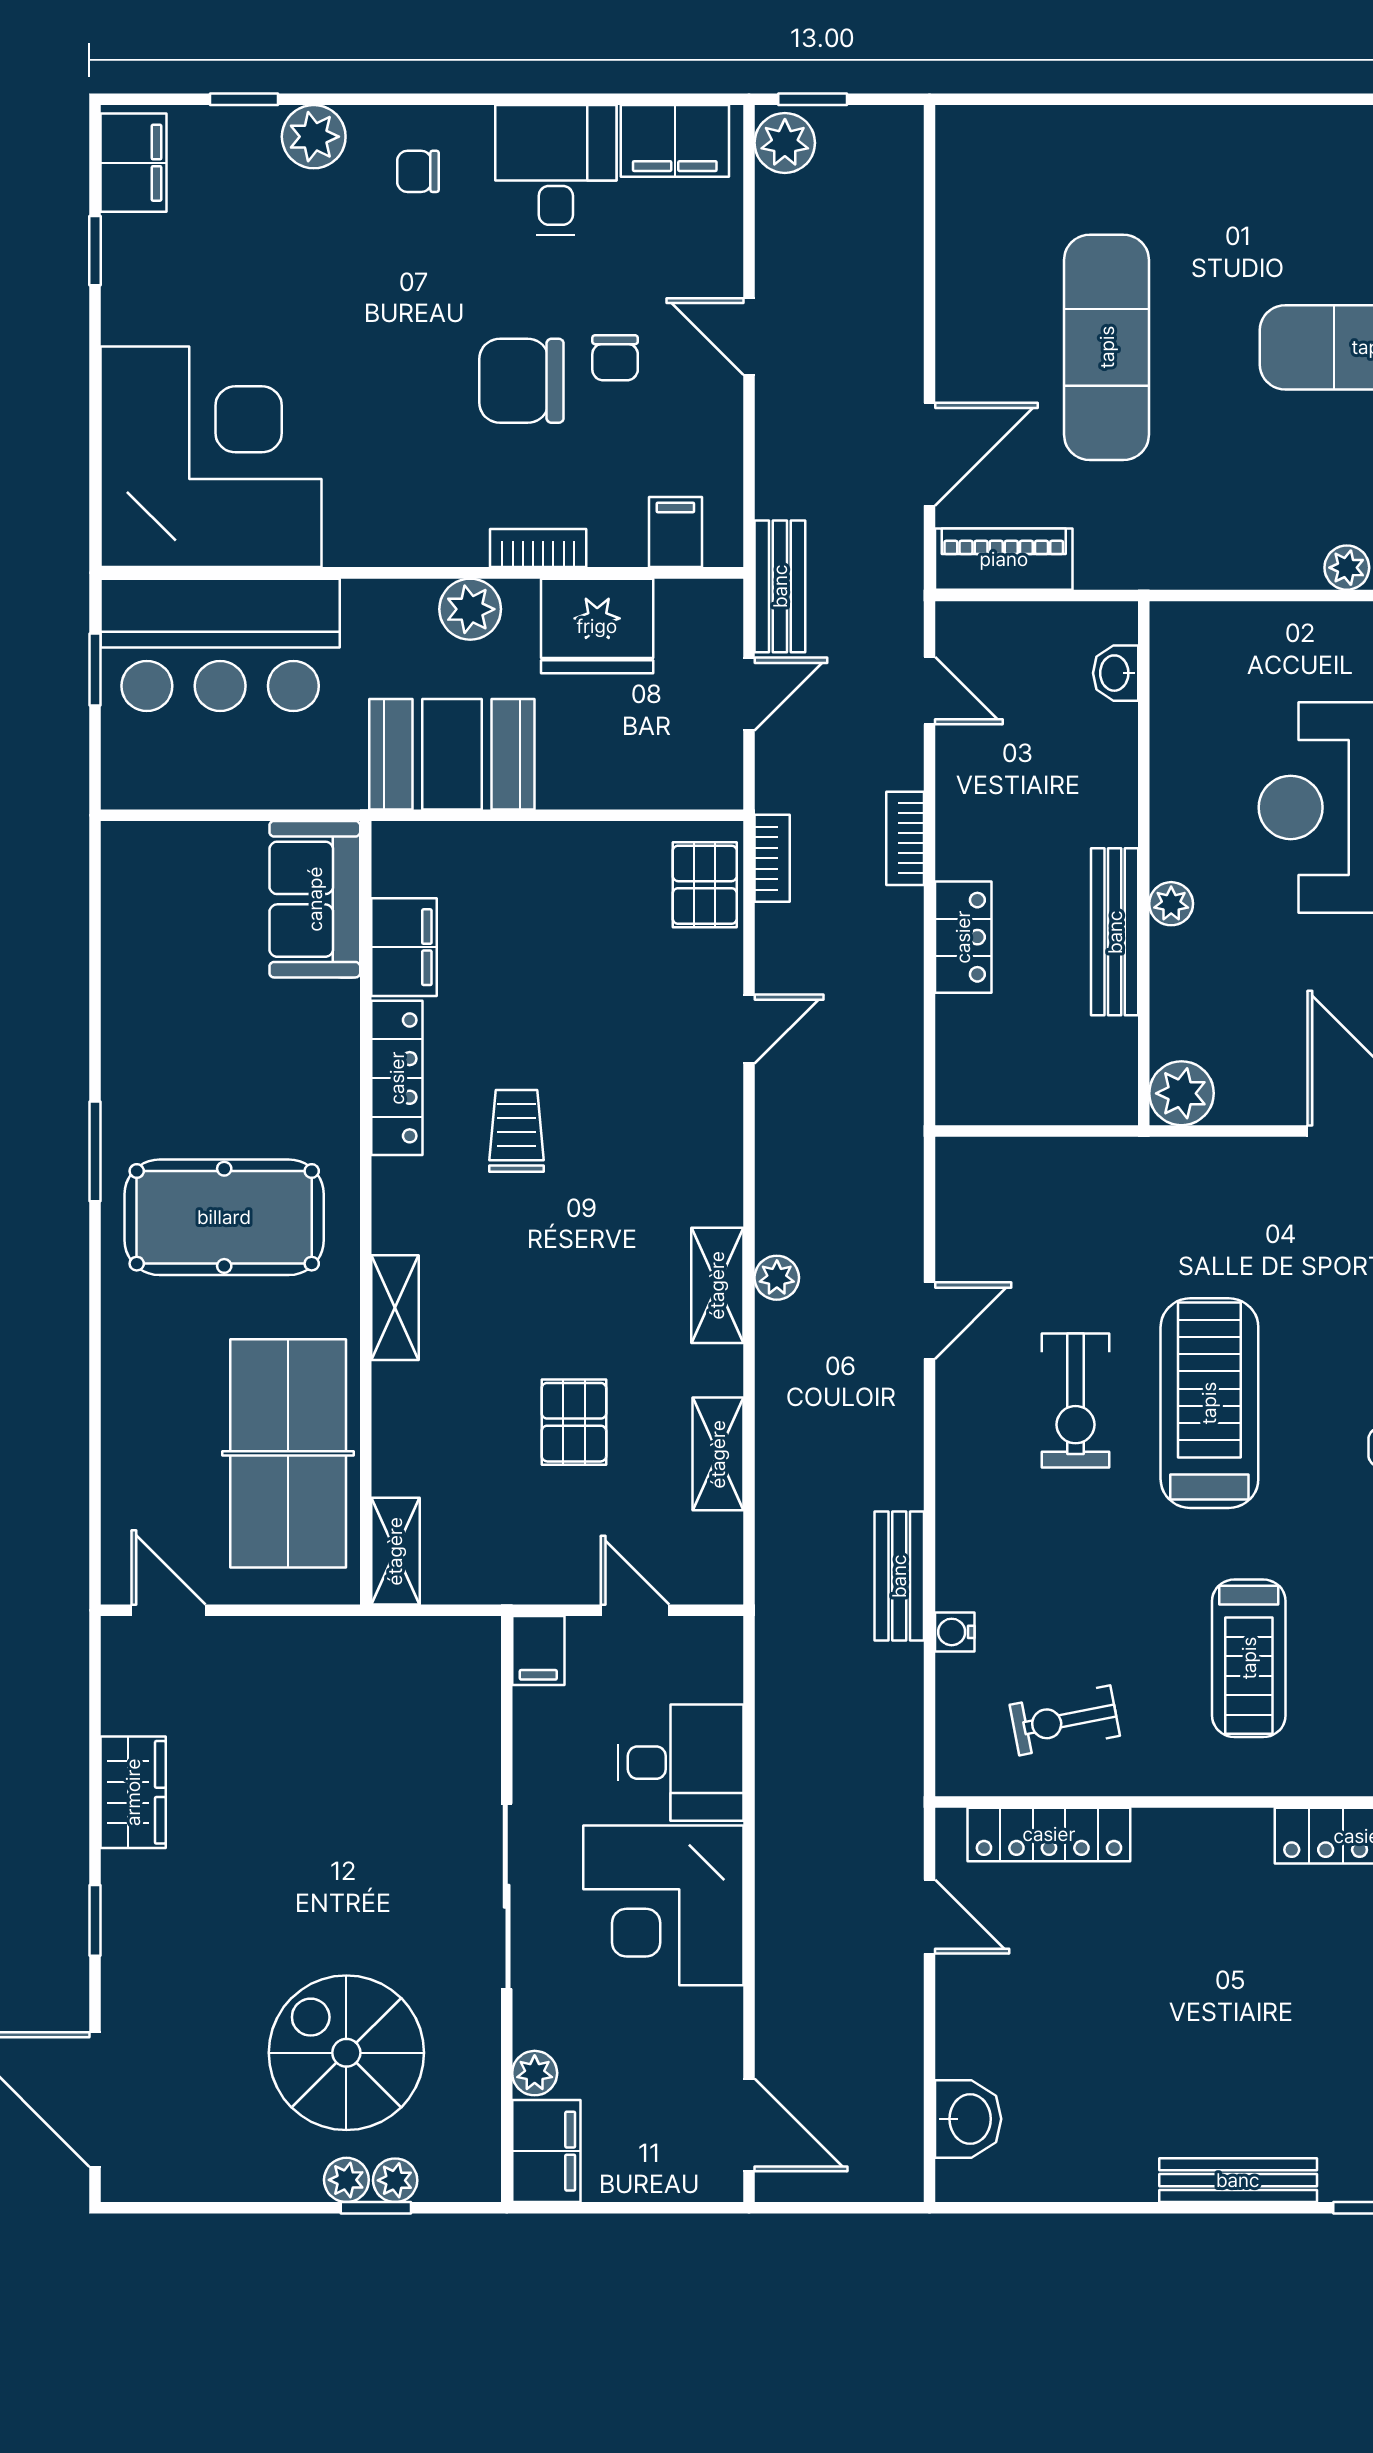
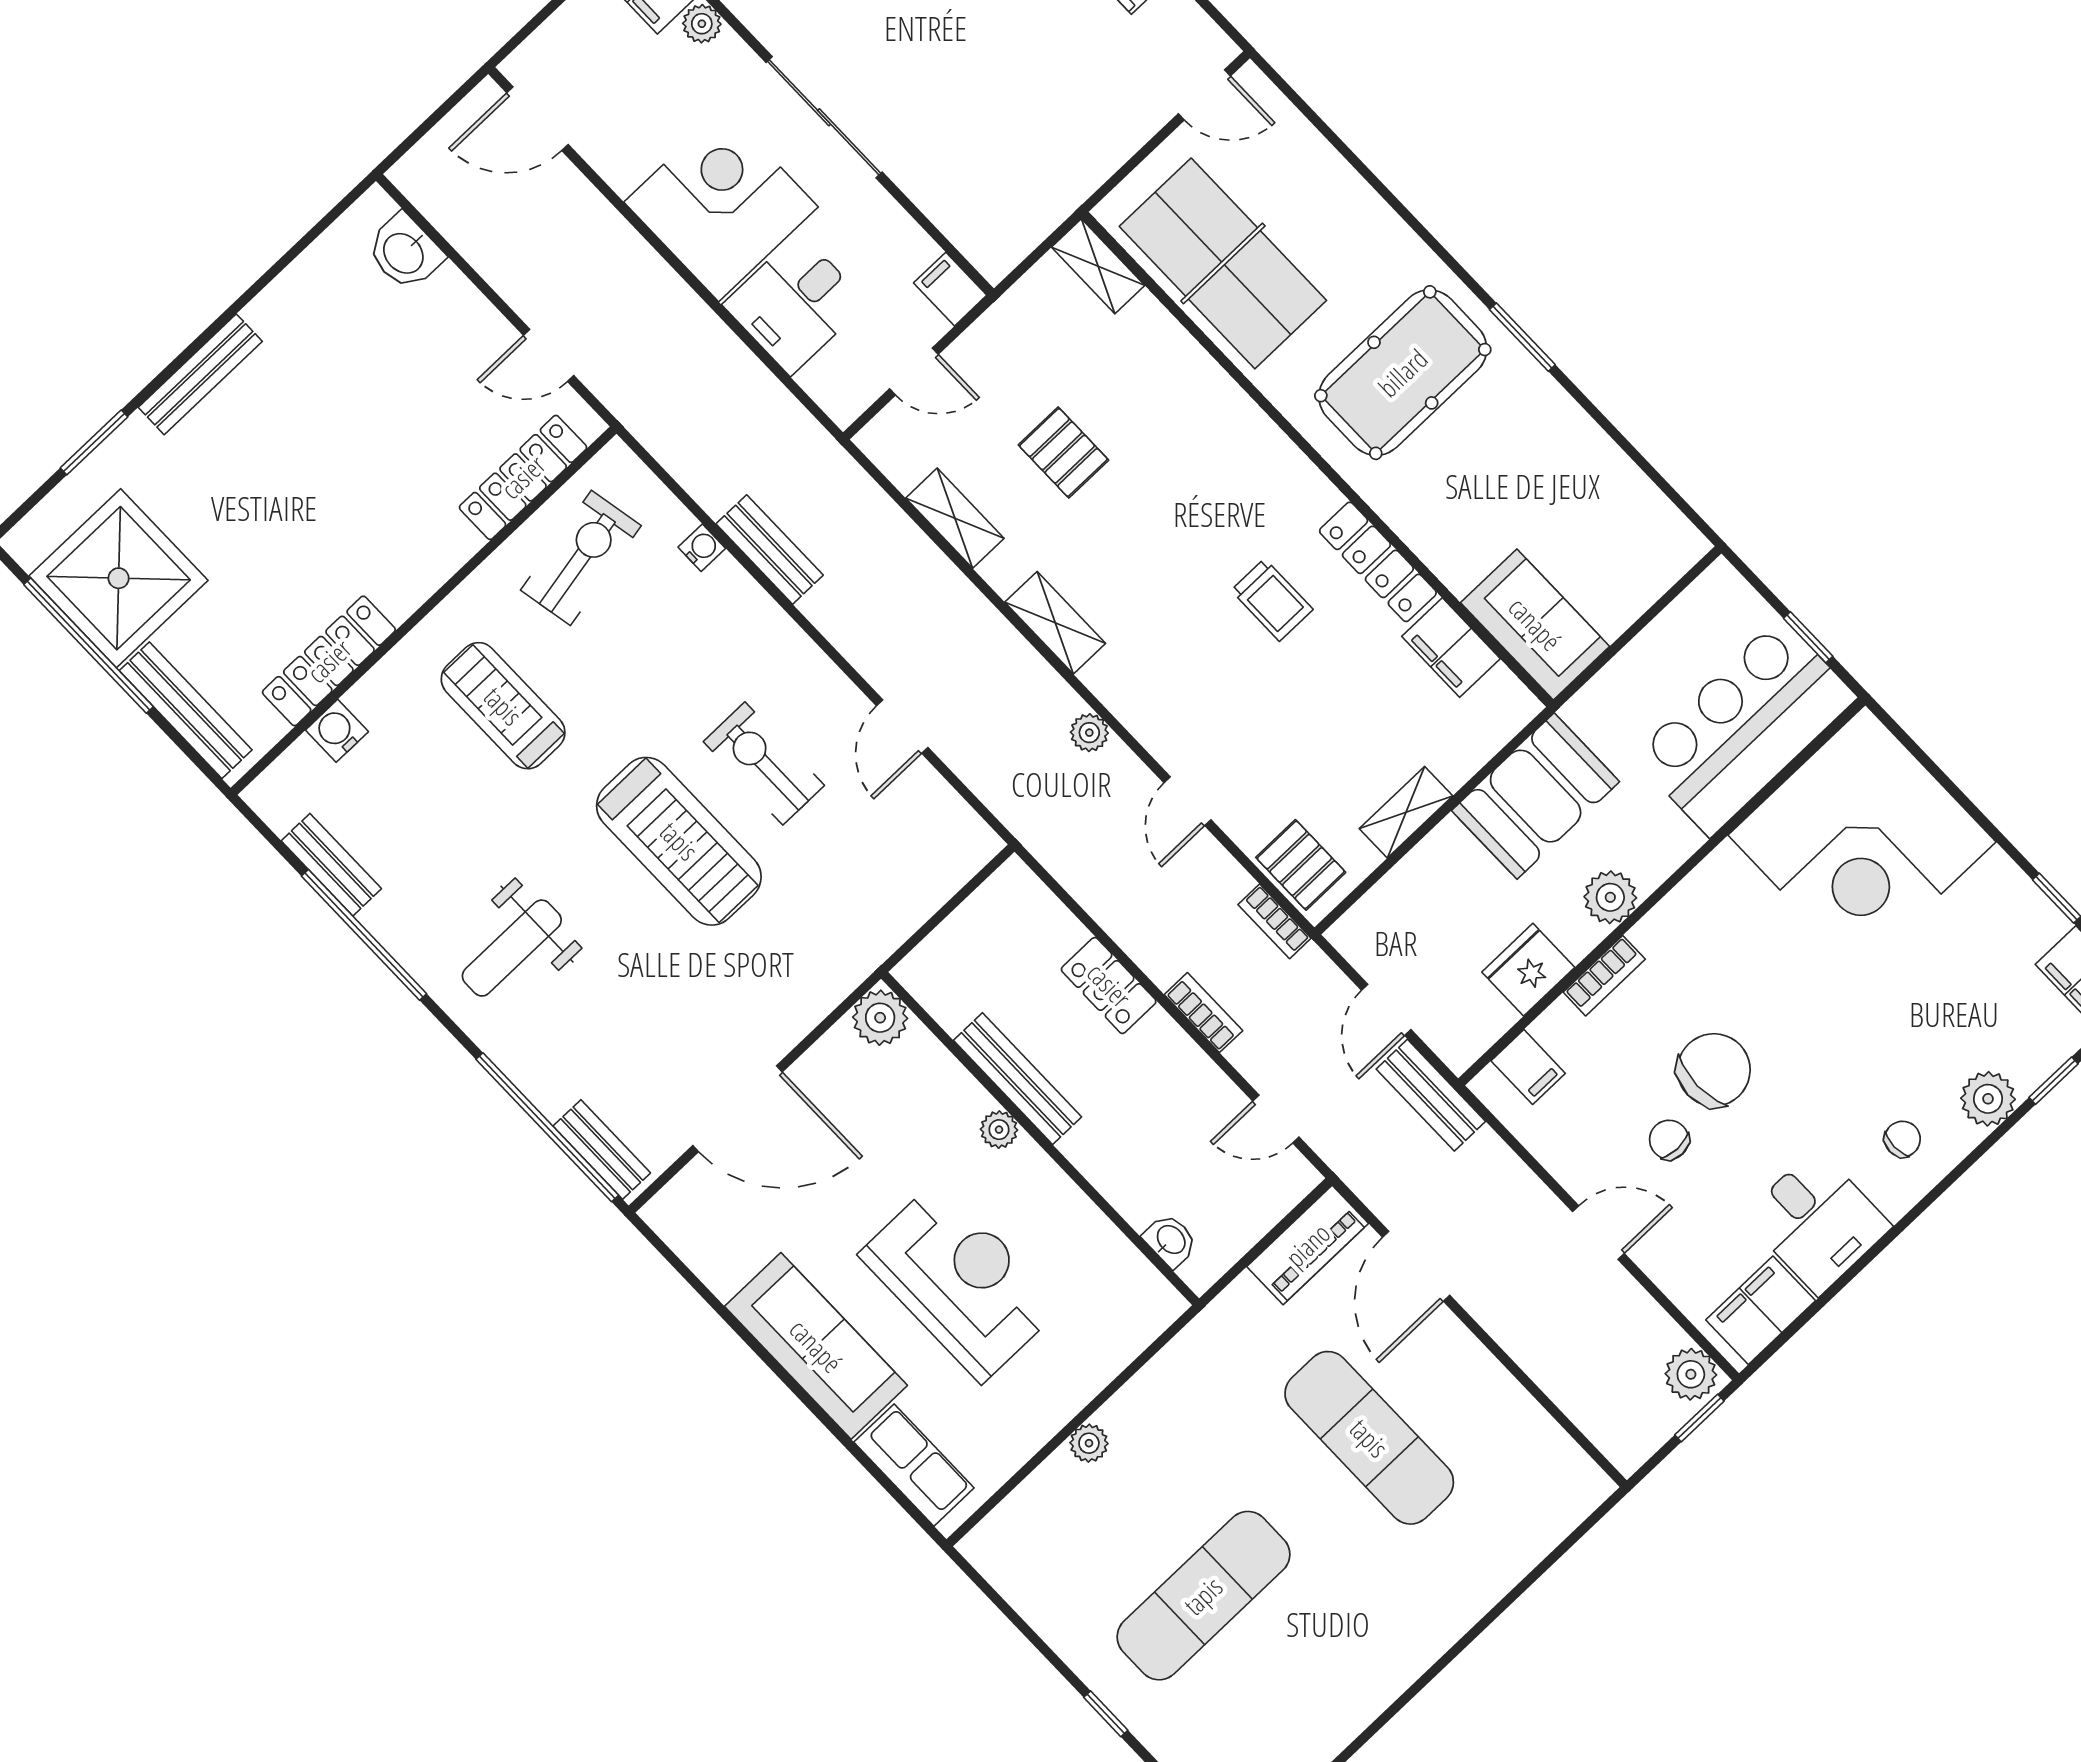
fridge: (597, 626) -> (1528, 970), width x0.73, depth x0.75
plant: (777, 1278) -> (1089, 733), moved
shelving: (395, 1308) -> (1406, 812), moved, turned 90
exercise bike: (1065, 1720) -> (581, 558), width x1.38, depth x1.39

